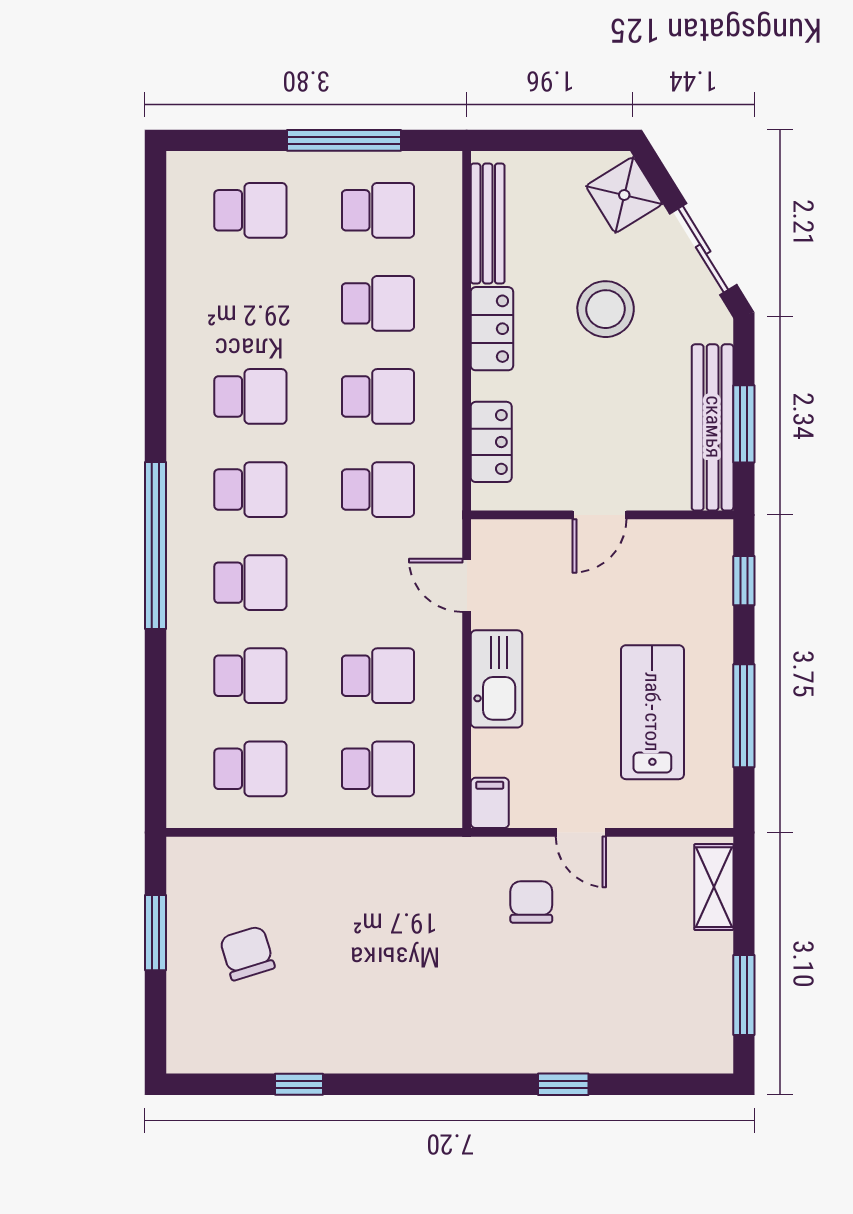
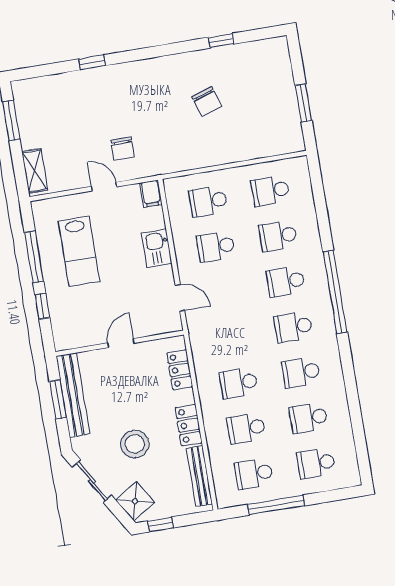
window: (581, 140) -> (161, 524), added
school desk: (378, 490) -> (309, 418), moved
window: (744, 581) -> (42, 306), moved
kitchen sink: (497, 679) -> (157, 248), width x0.73
chair: (247, 953) -> (207, 101), moved

